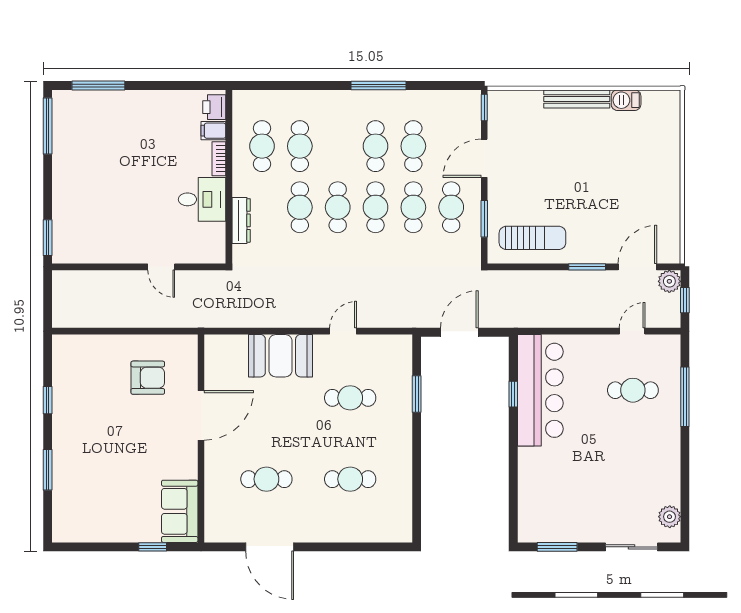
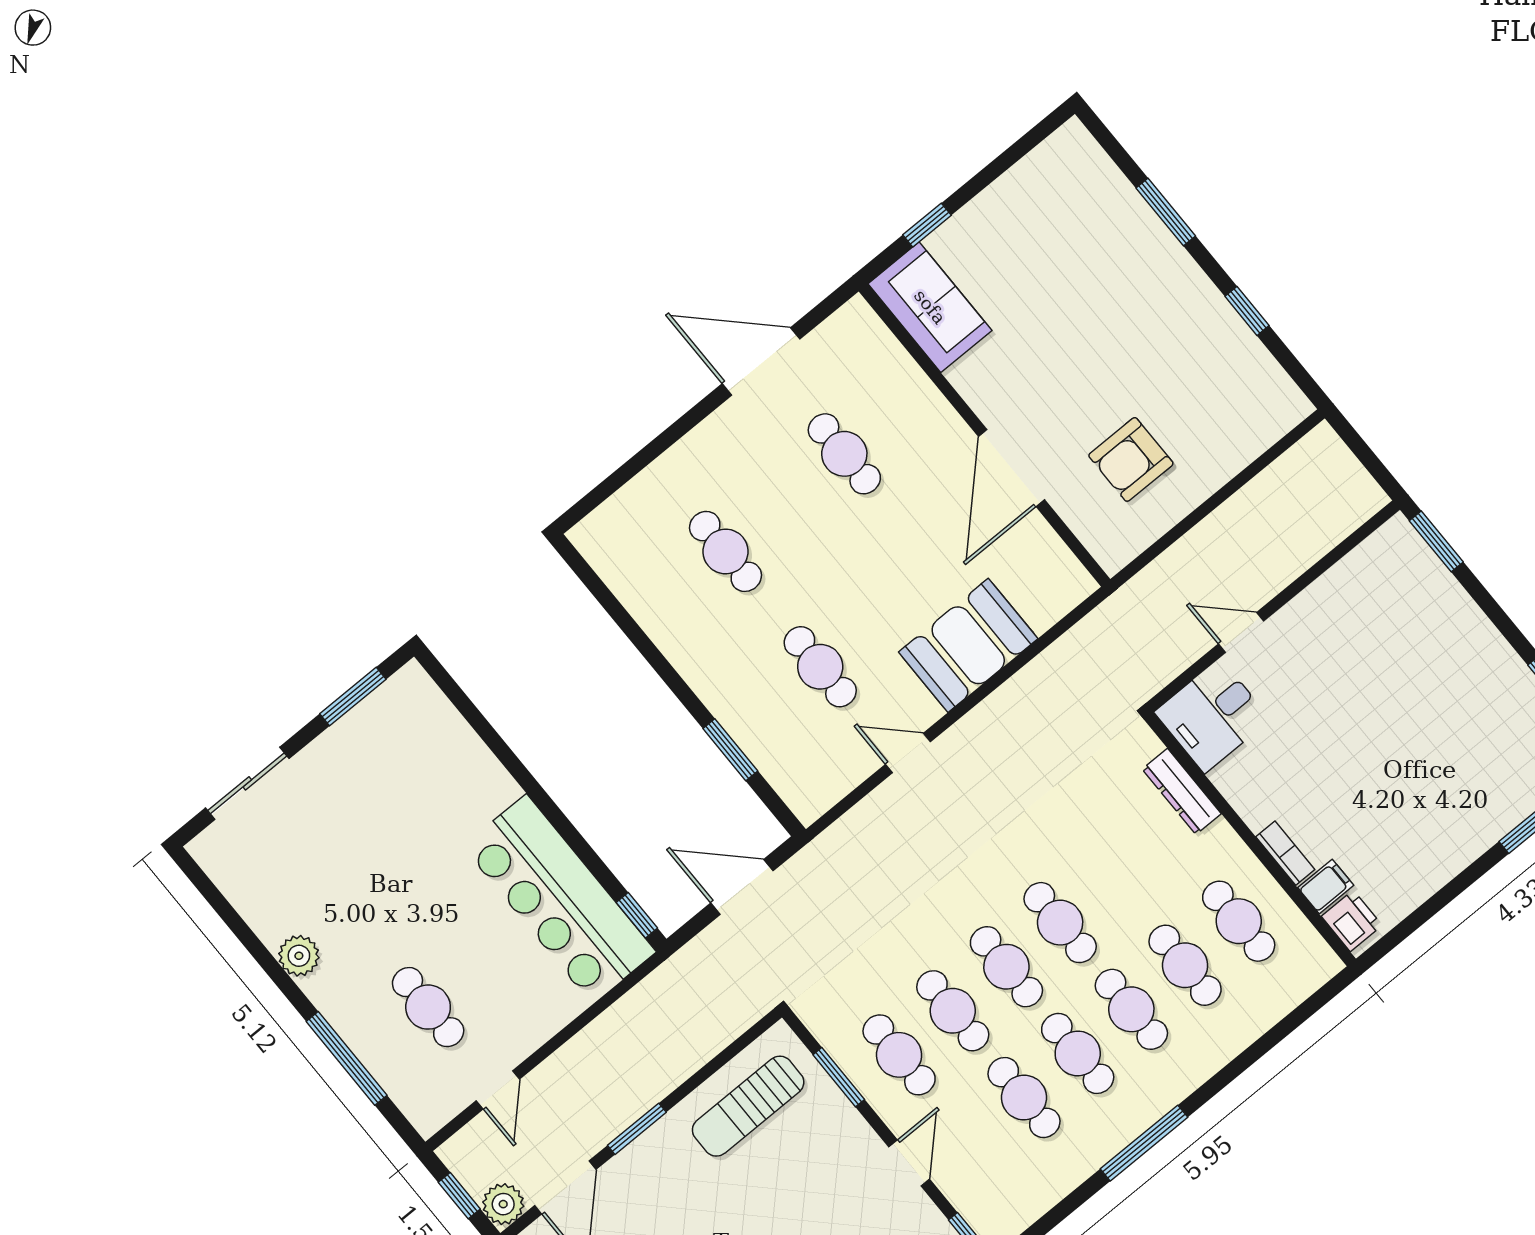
door: (484, 158) -> (909, 1163), width x0.73
desk: (202, 199) -> (1212, 716), moved
cafe table: (300, 207) -> (1131, 1009), moved
door: (343, 331) -> (908, 753), swing flipped
door: (459, 332) -> (742, 887), swing flipped
cafe table: (633, 390) -> (428, 1007), turned 90
window: (513, 394) -> (637, 915), moved
cafe table: (350, 398) -> (820, 667), turned 90
cafe table: (266, 479) -> (844, 454), turned 90
cafe table: (350, 479) -> (726, 551), turned 90
plant: (670, 517) -> (299, 956), moved

